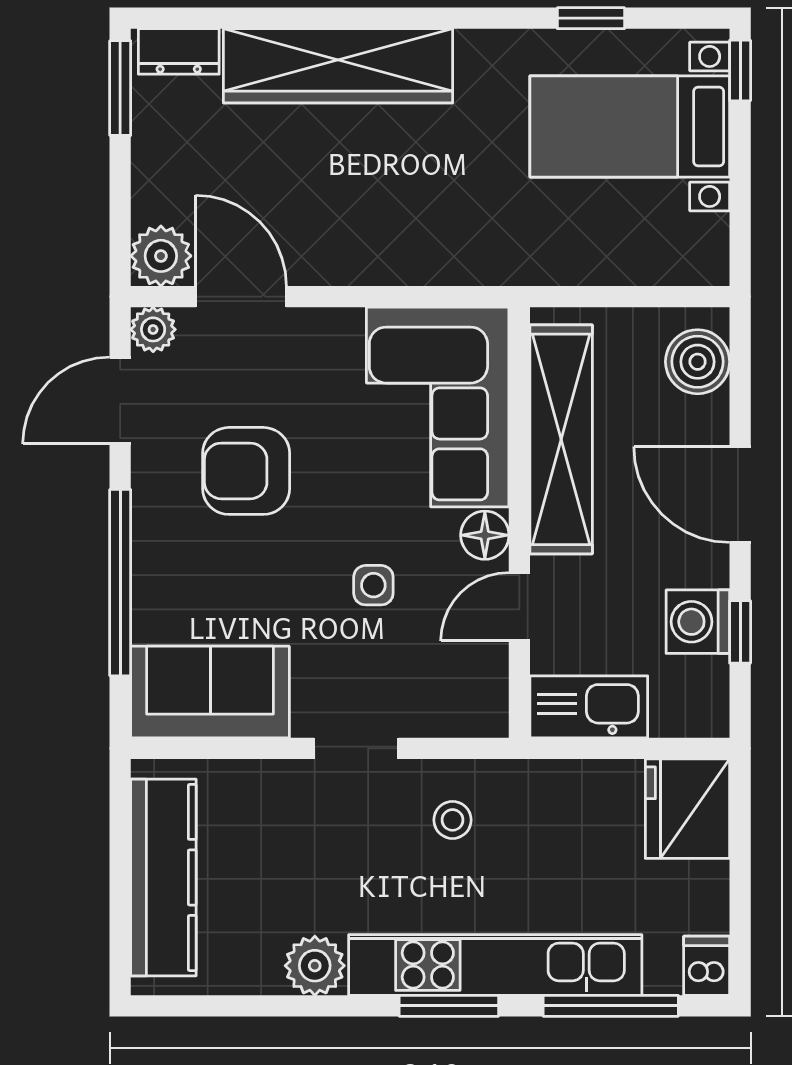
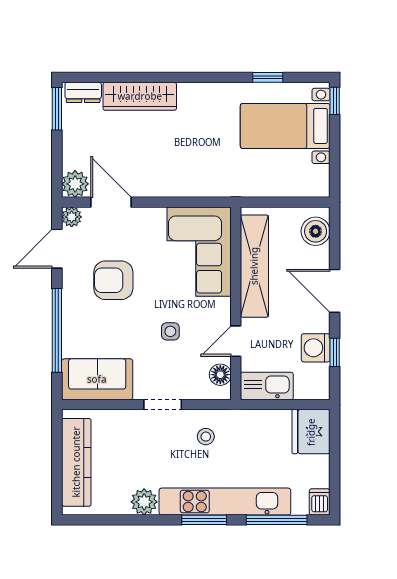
wardrobe: (338, 66) -> (140, 96), width x0.71, depth x0.85
floor lamp: (485, 535) -> (220, 375), moved

